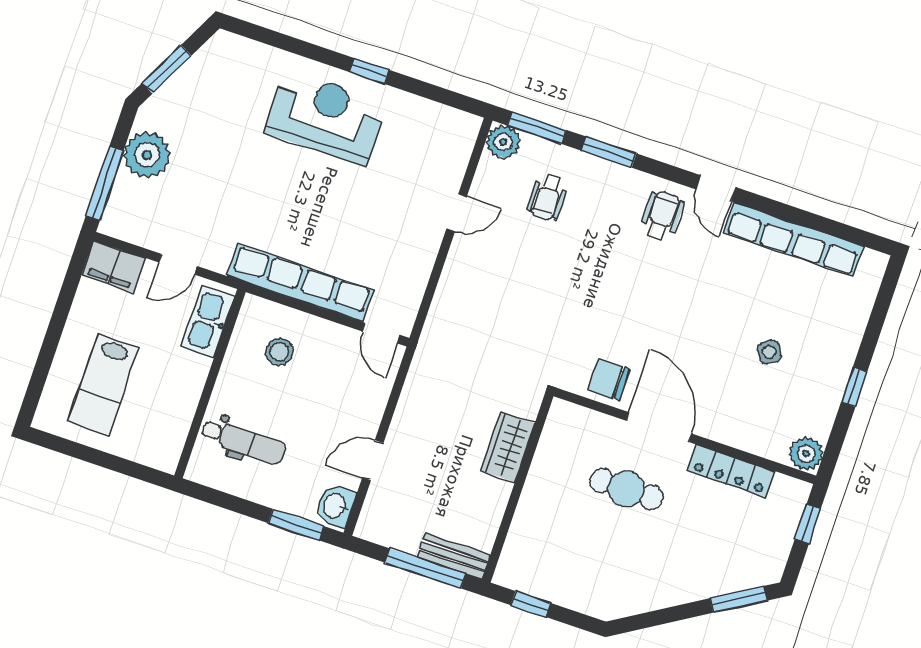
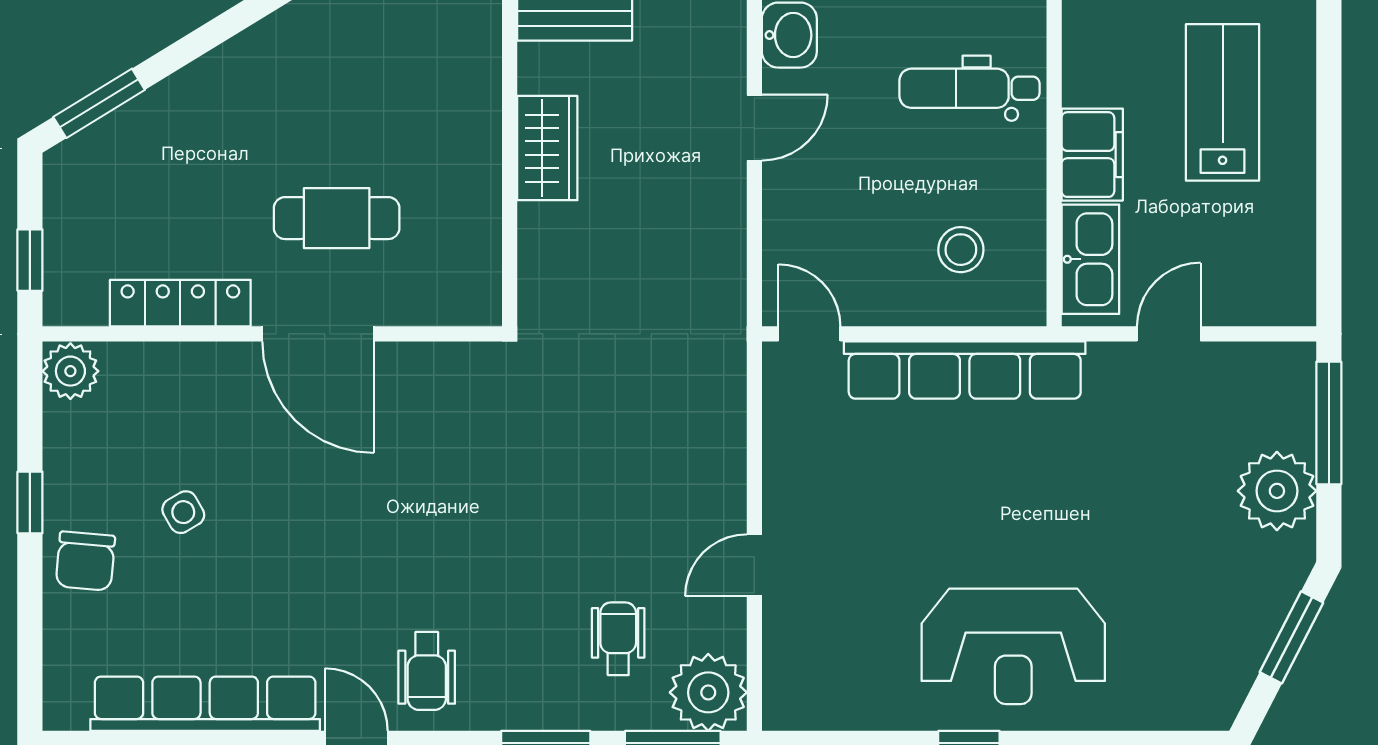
plant: (503, 142) -> (708, 692), width x1.36, depth x1.36
filing cabinet: (113, 266) -> (1092, 155), moved, turned 90
chair: (609, 380) -> (85, 561), moved, turned 95
wardrobe: (508, 447) -> (547, 148), moved

